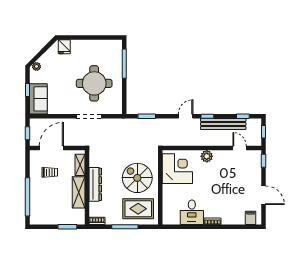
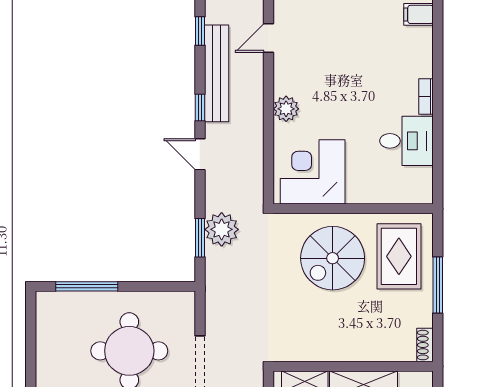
plant: (151, 126) -> (222, 229), added
dresser: (95, 184) -> (347, 349), removed

